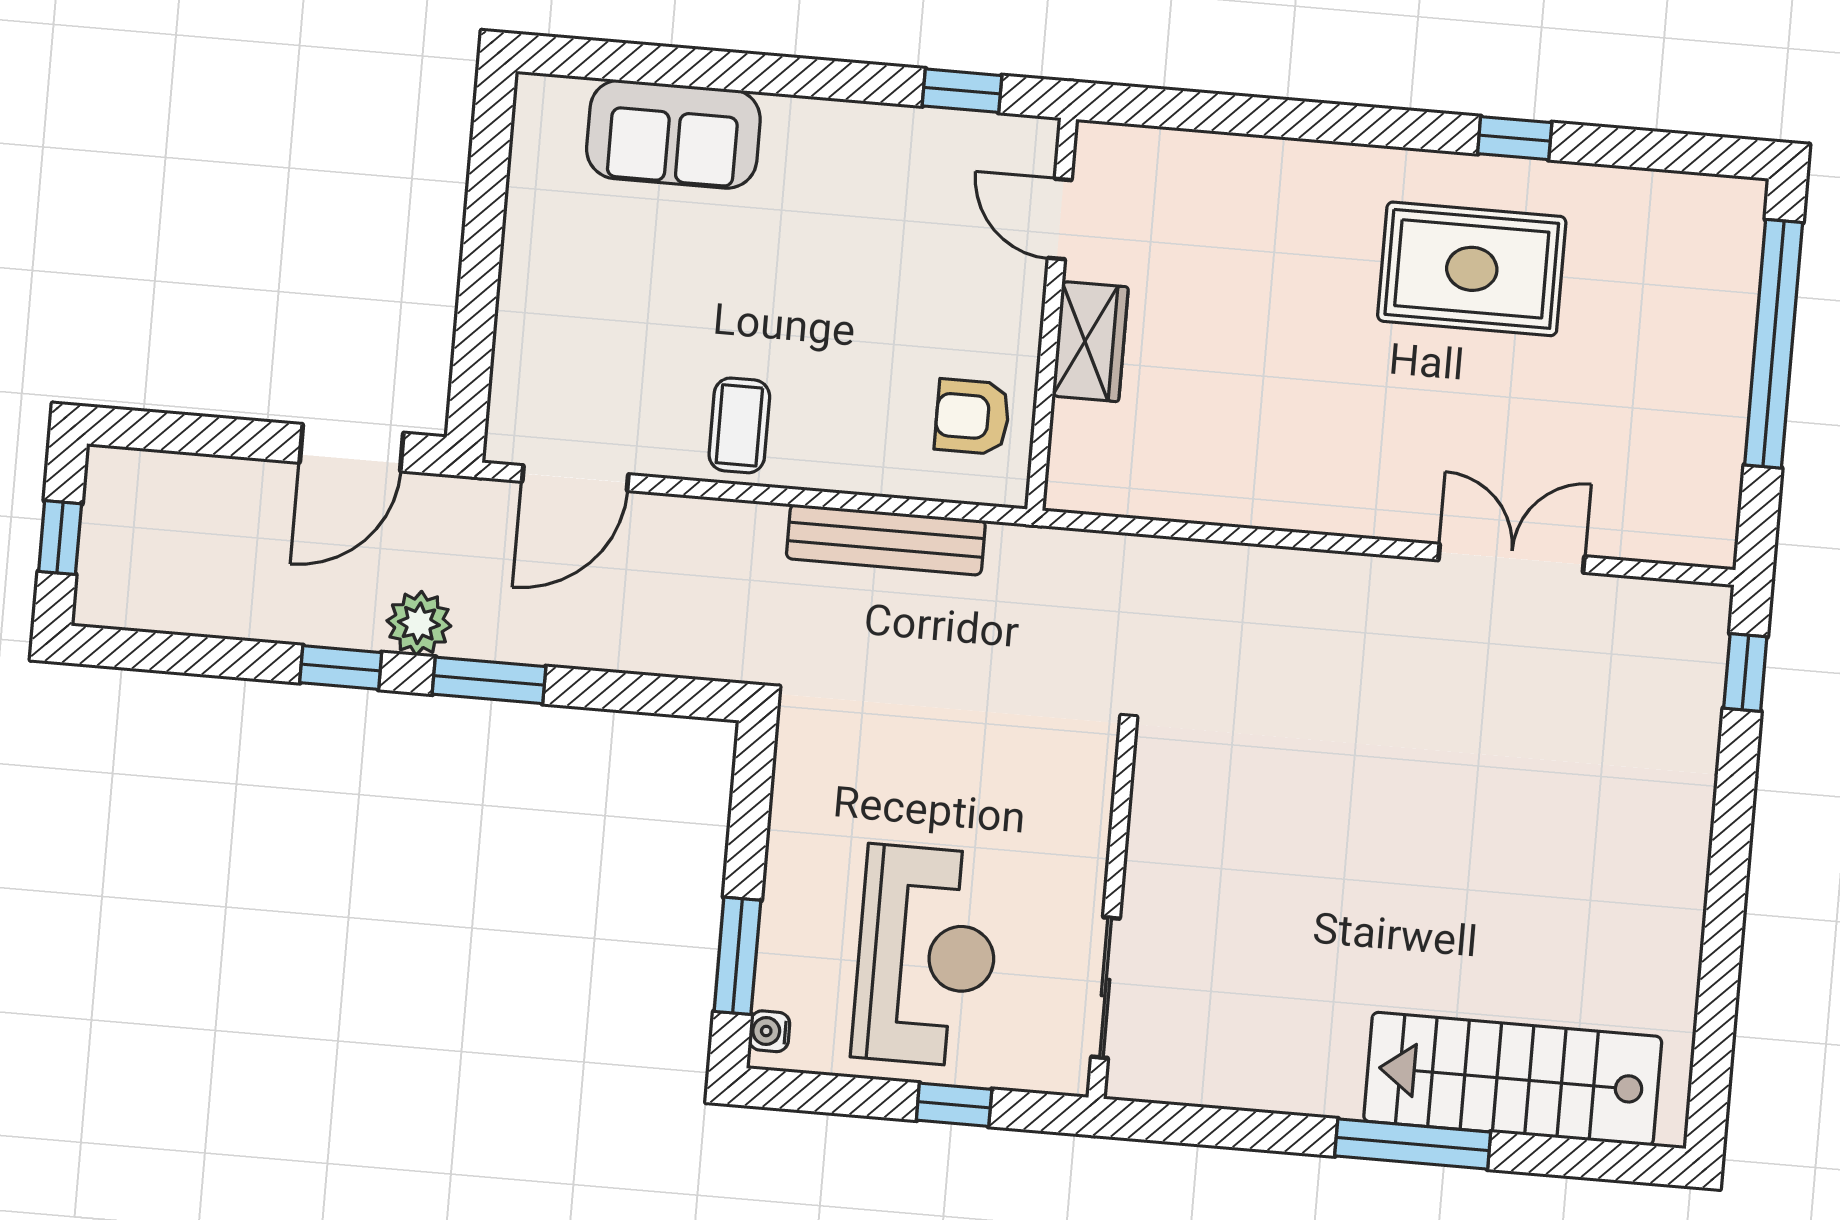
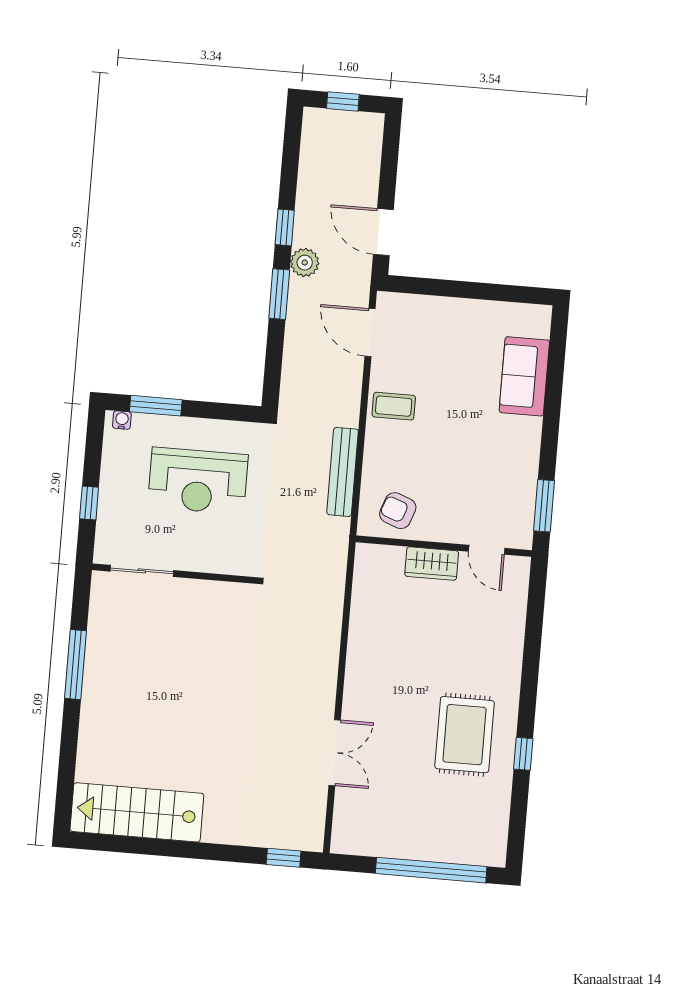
window: (962, 91) -> (544, 506), width x1.50
door: (1060, 219) -> (487, 550), swing flipped
armchair: (972, 417) -> (398, 511), turned -70
reception desk: (926, 956) -> (198, 481), moved
stairs: (1513, 1079) -> (137, 812), moved, turned -90
window: (1413, 1144) -> (76, 665), moved

